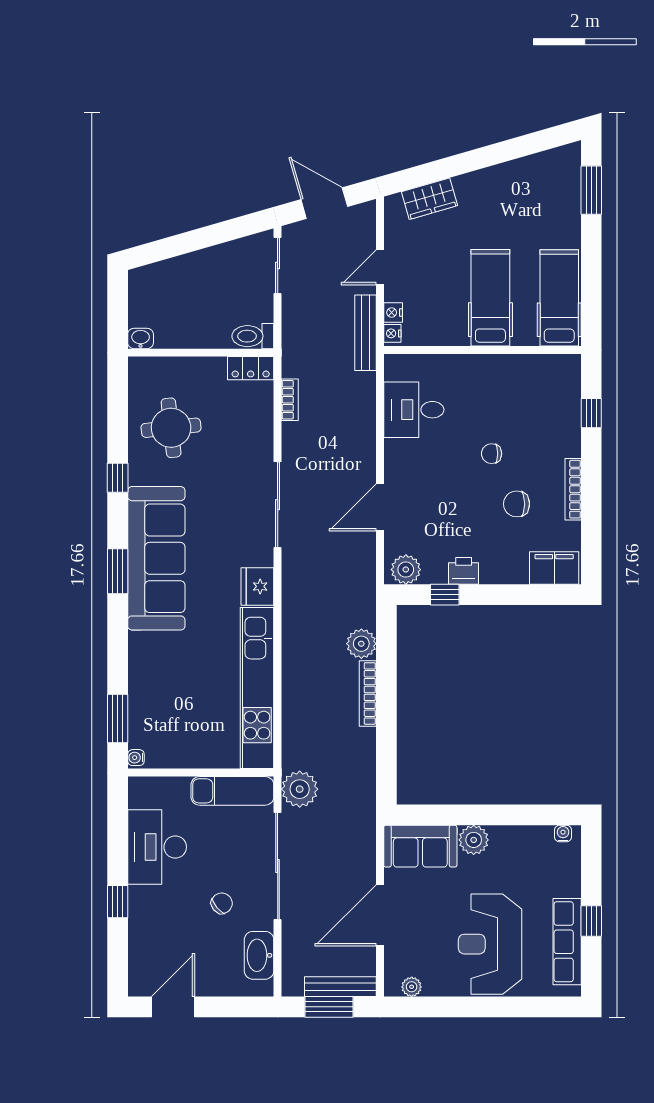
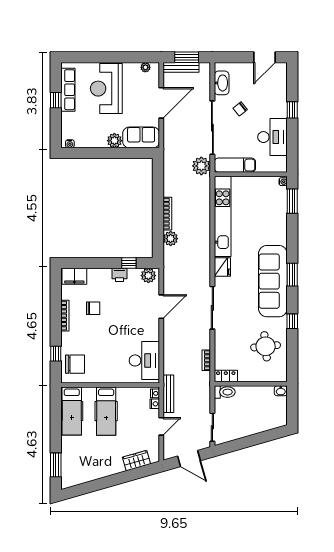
desk: (414, 410) -> (144, 360), width x1.37
chair: (492, 454) -> (75, 364), moved, width x1.87, depth x1.87
reception desk: (490, 944) -> (106, 89), turned 180

